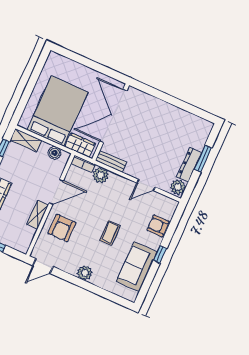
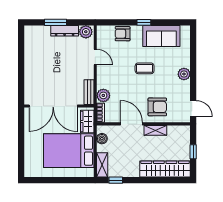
armchair: (158, 226) -> (123, 34), turned 90

